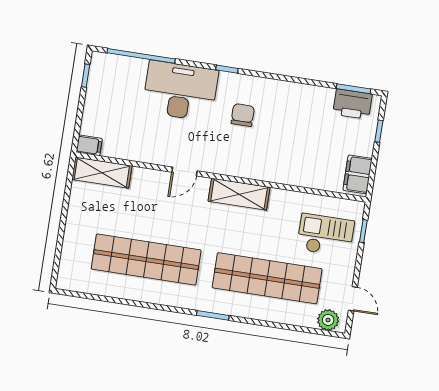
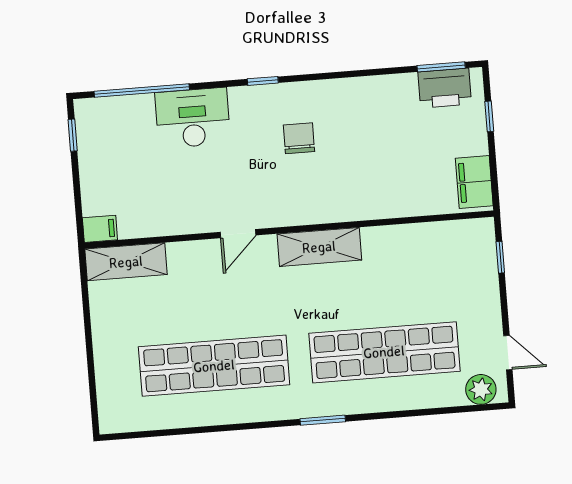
desk: (180, 91) -> (193, 118), width x0.73, depth x0.77
checkout: (326, 235) -> (450, 275), removed

